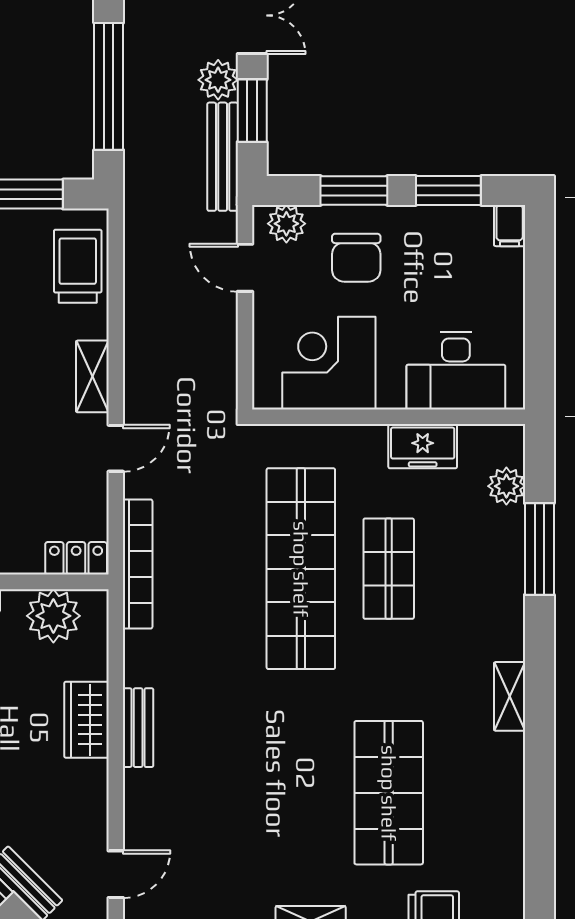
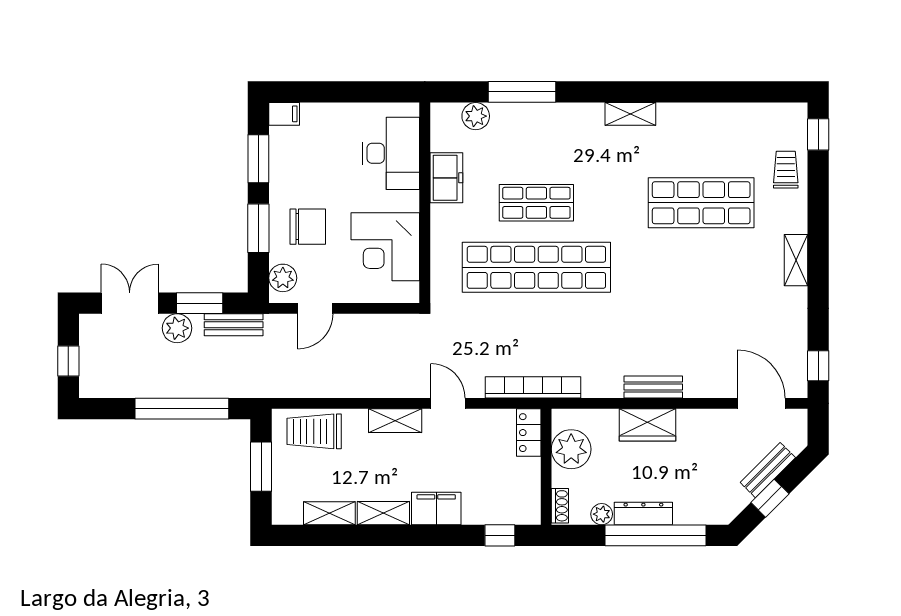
bench: (223, 157) -> (234, 325), width x0.73
door: (116, 874) -> (761, 403), width x1.38

